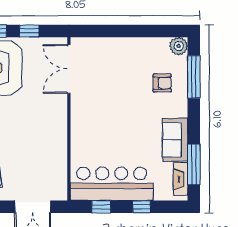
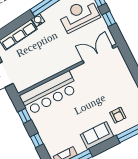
sofa: (175, 140) -> (97, 136), moved
bar counter: (112, 184) -> (49, 93), moved, turned 90

